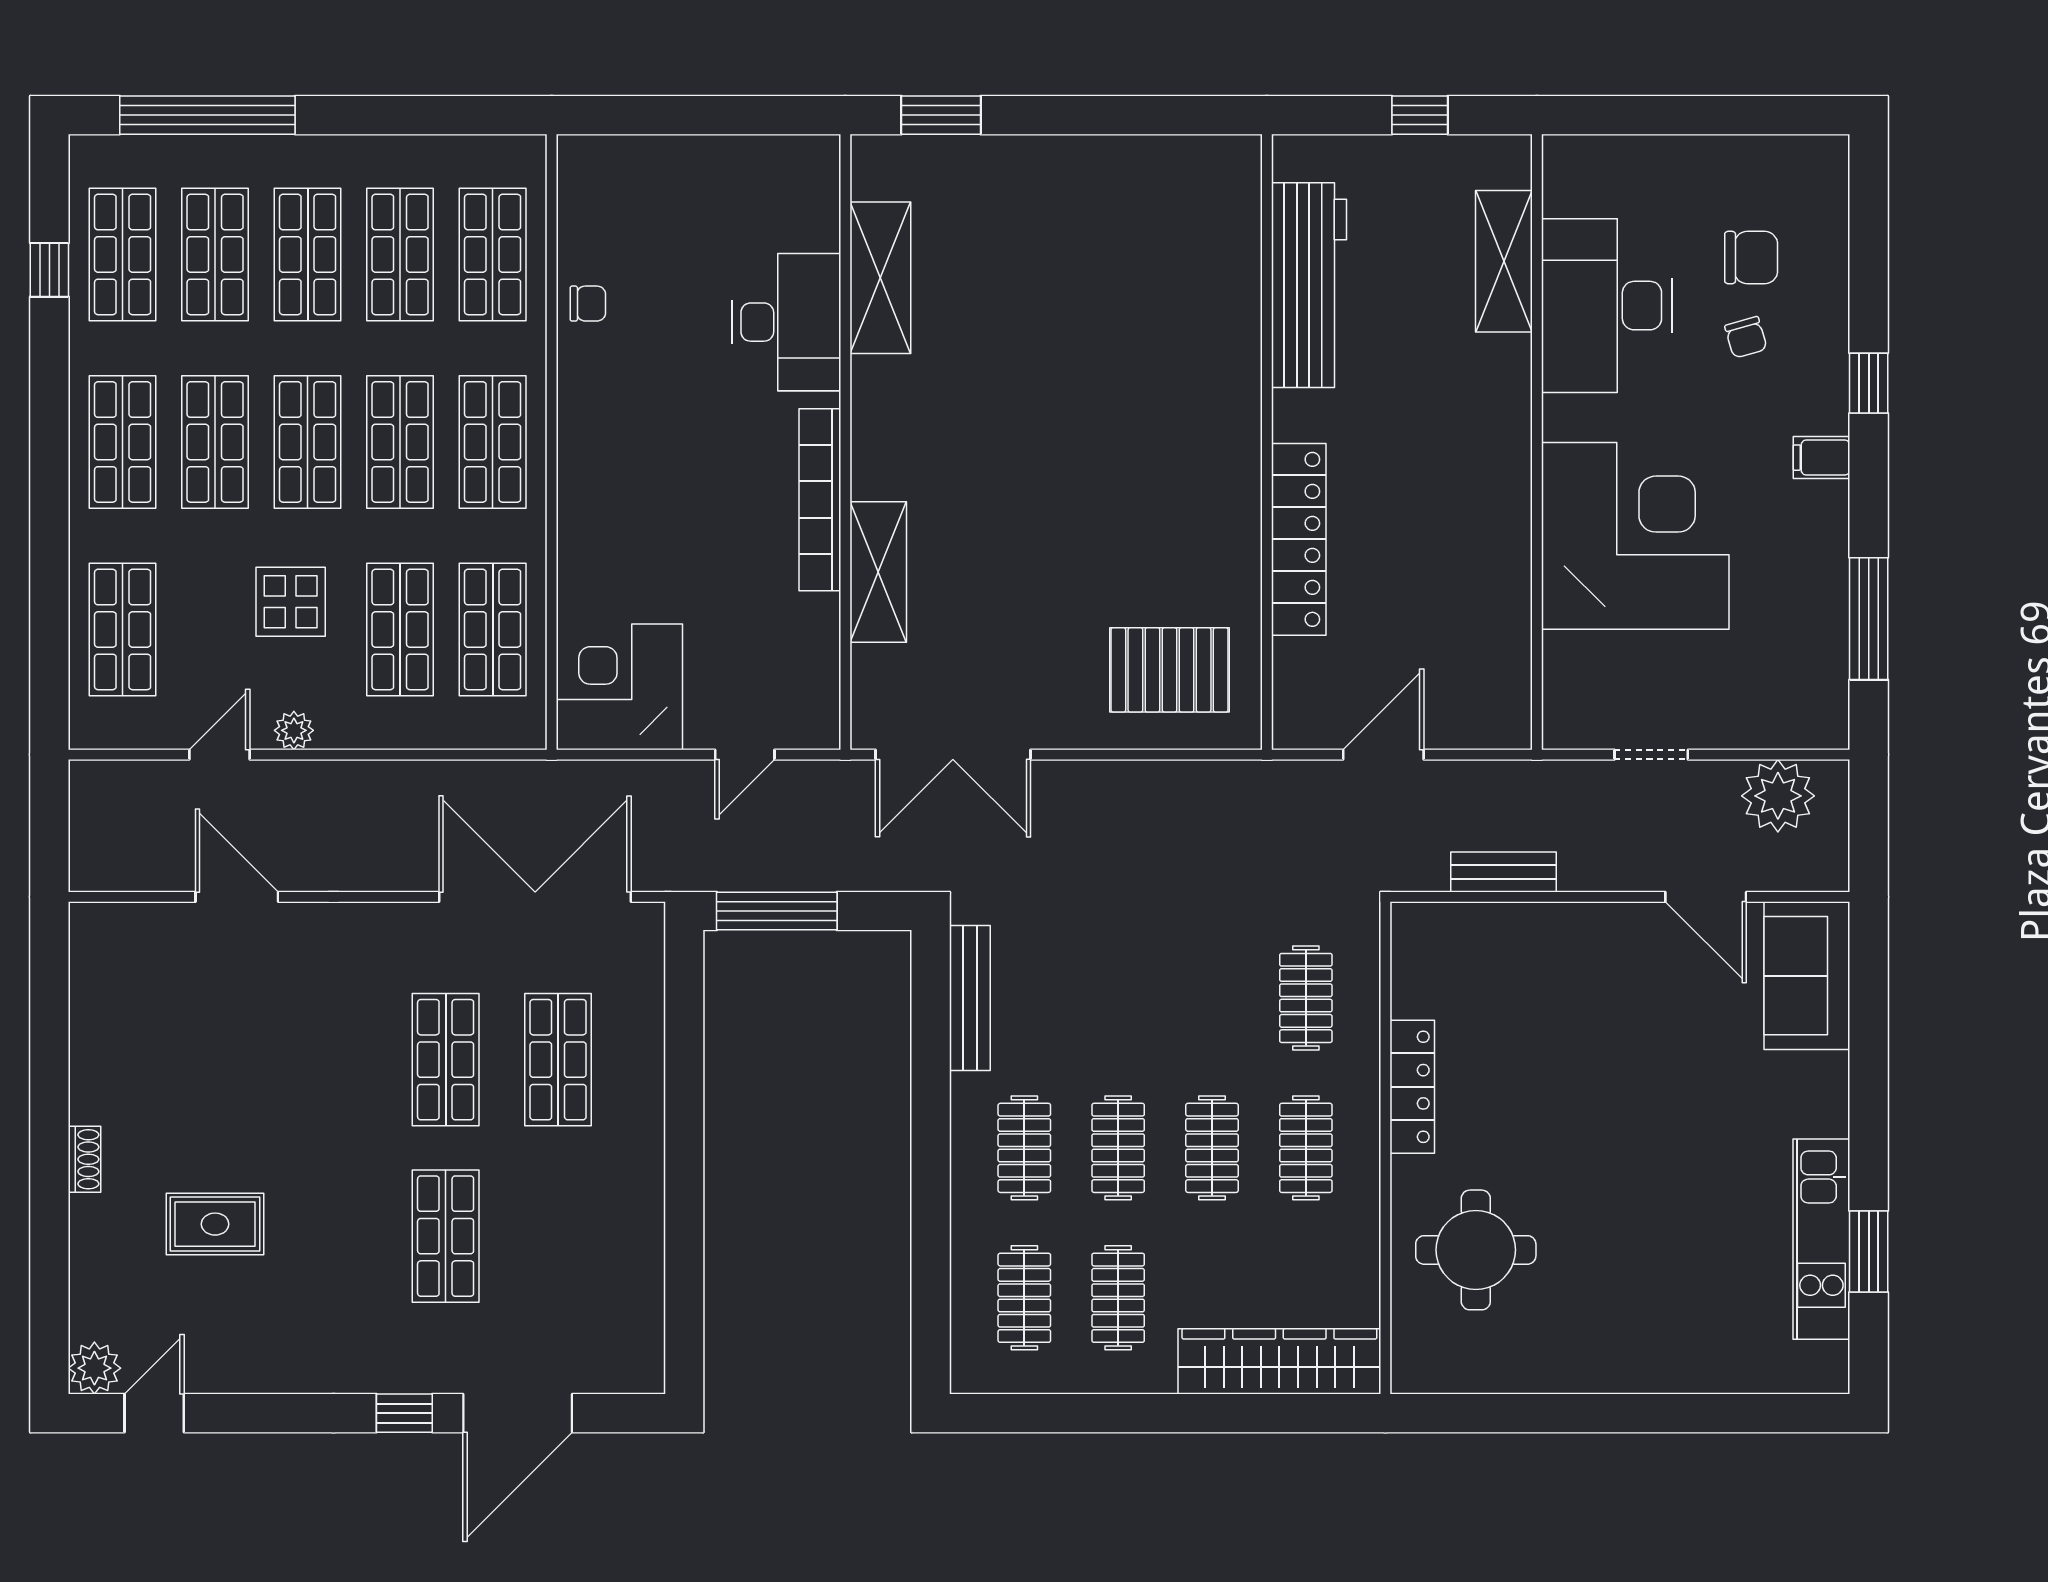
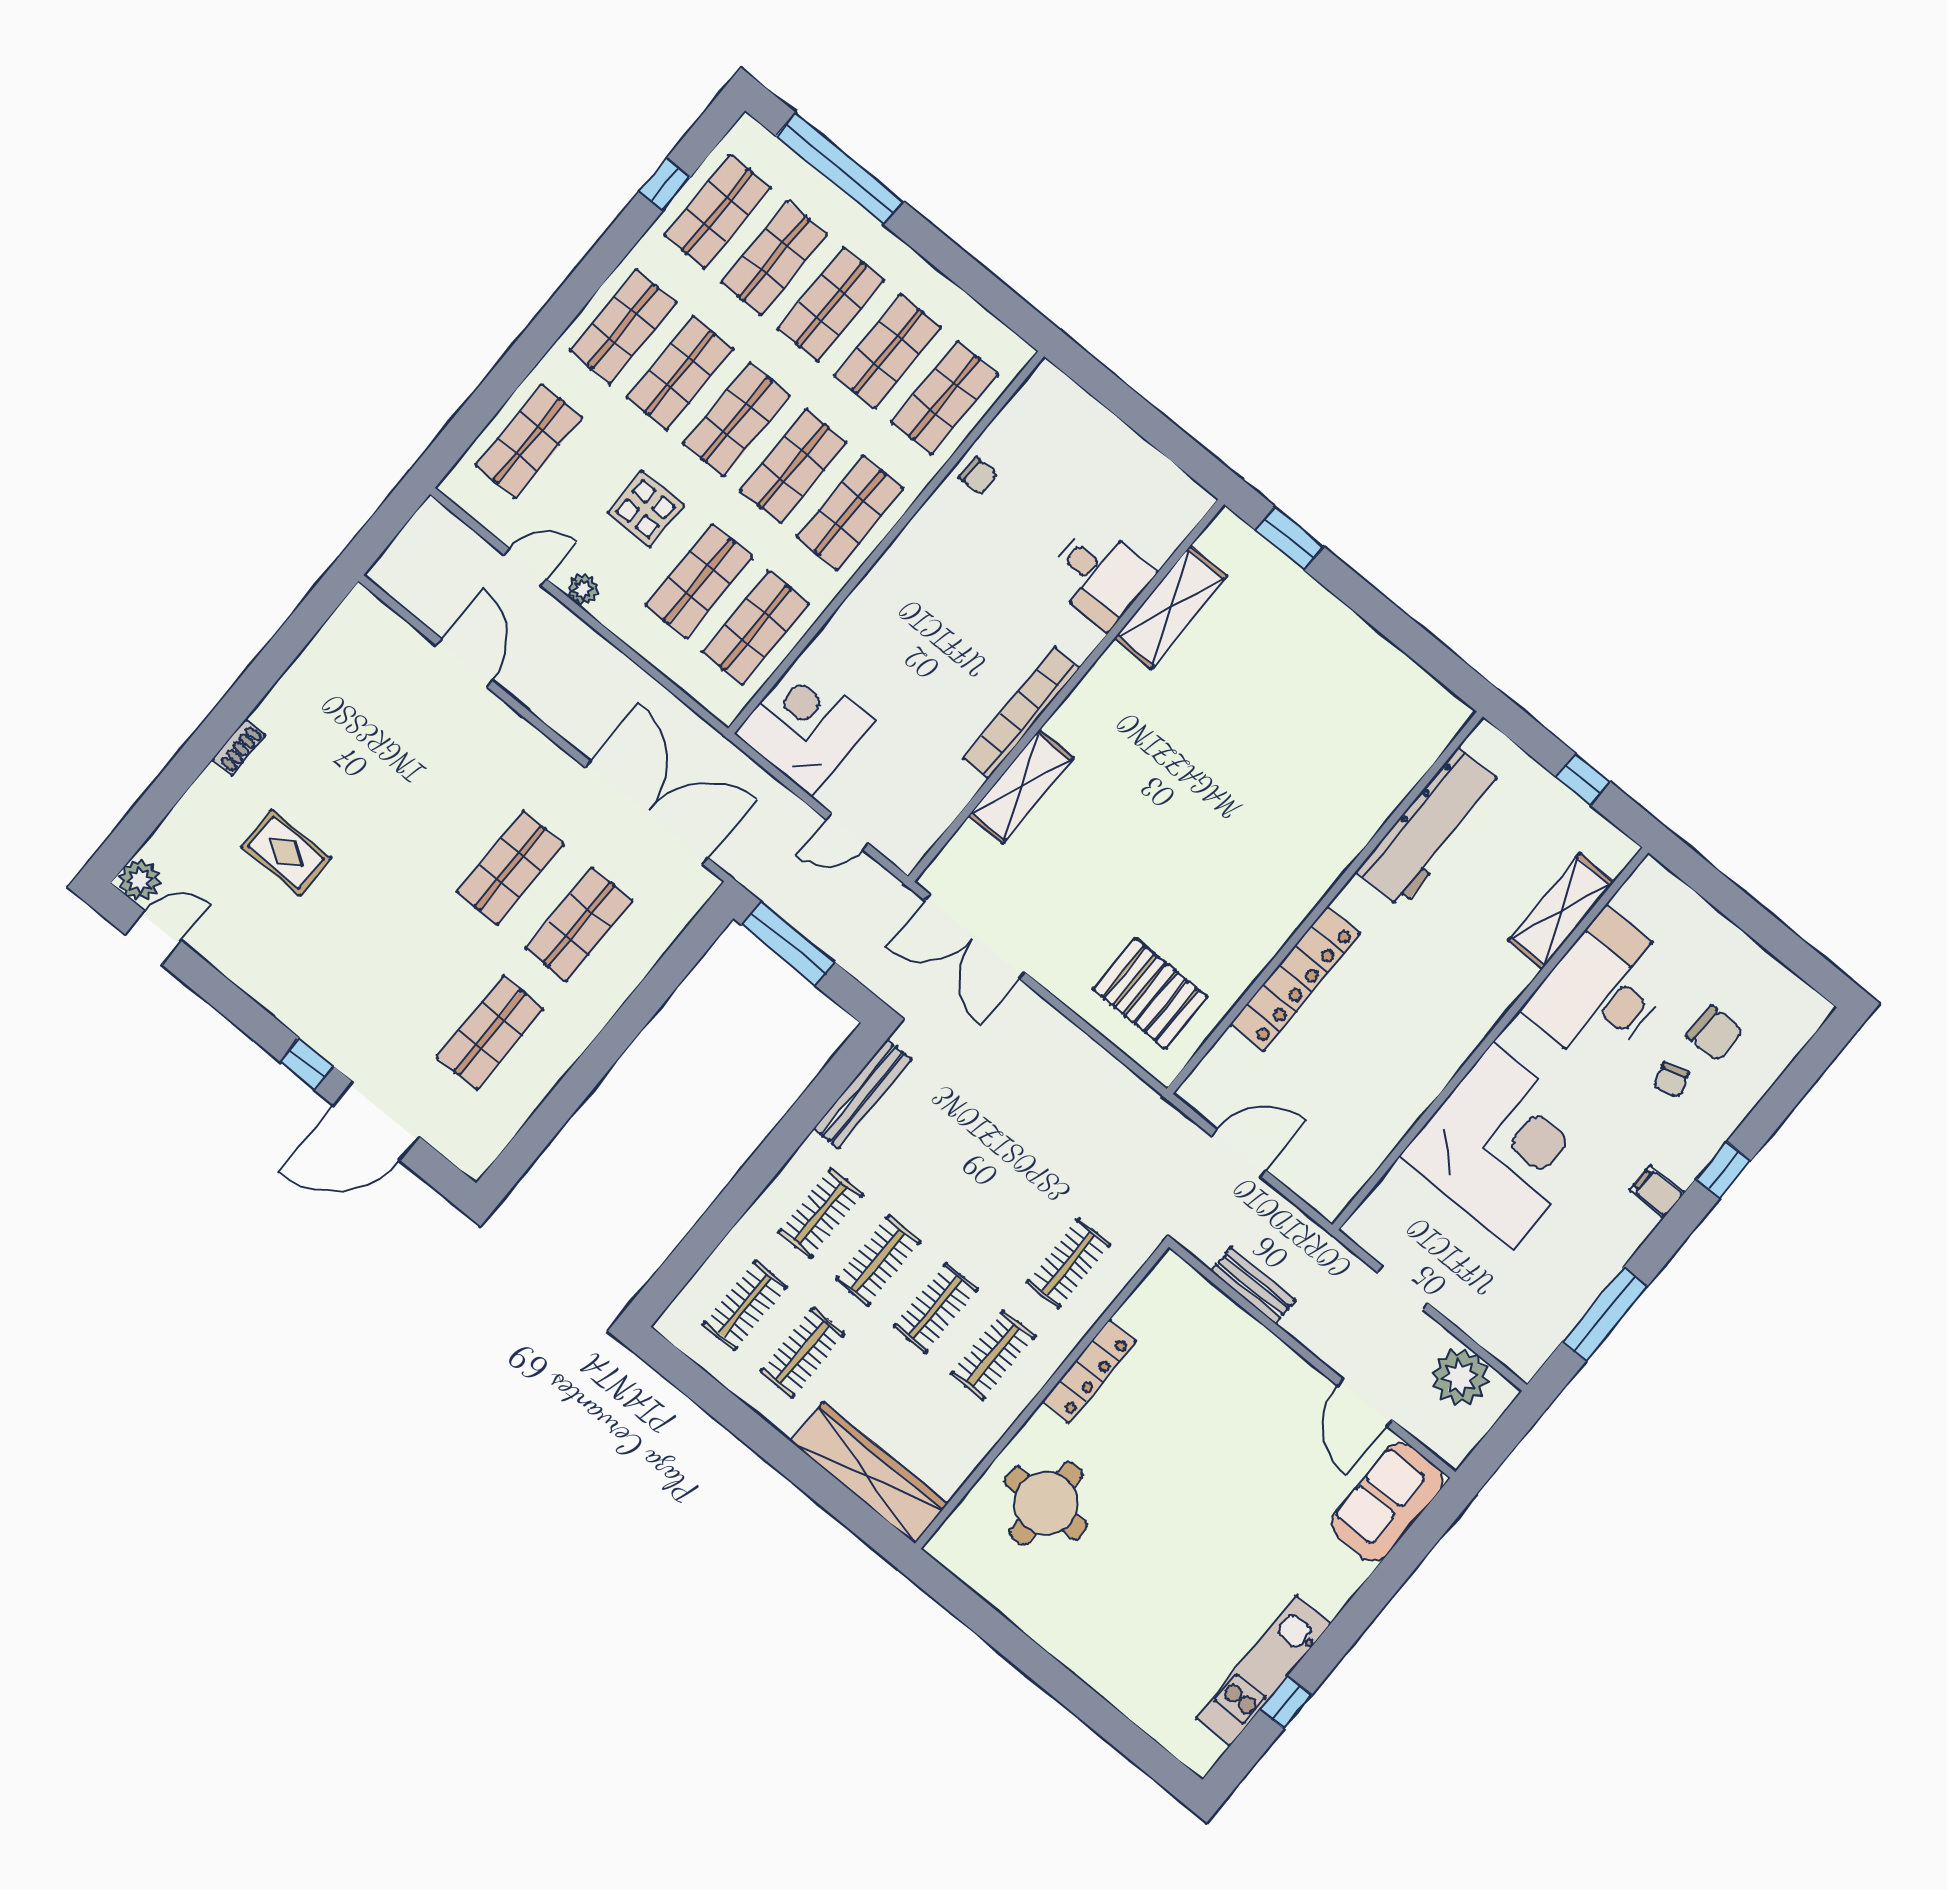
desk: (787, 322) -> (1100, 576), width x0.73
shop shelf: (446, 1236) -> (490, 1033), moved
window: (1869, 1251) -> (1286, 1702), width x0.67

